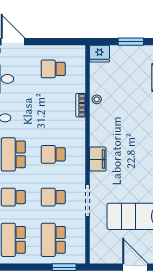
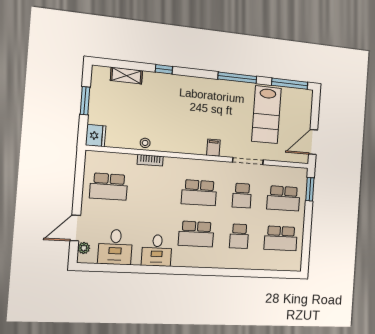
school desk: (53, 69) -> (109, 187), width x1.85
school desk: (53, 154) -> (199, 193), width x1.85
filing cabinet: (98, 159) -> (213, 148), width x0.50
door: (135, 267) -> (313, 142), moved

